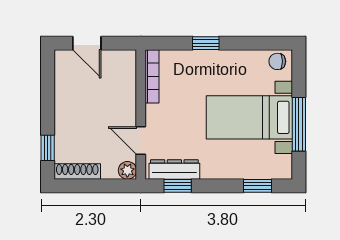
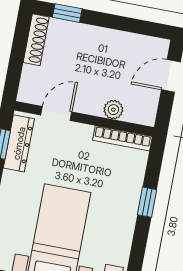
plant: (127, 170) -> (113, 110), moved

